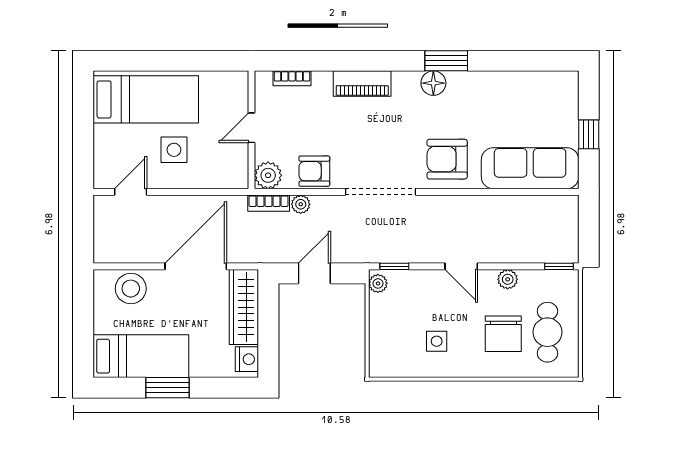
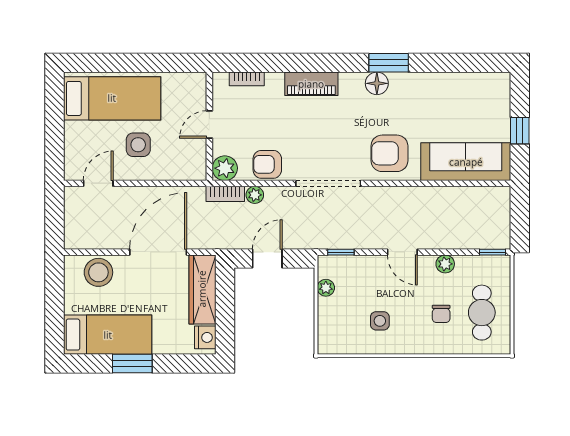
plant: (378, 283) -> (326, 288), moved
chair: (503, 334) -> (441, 314), width x0.54, depth x0.54

